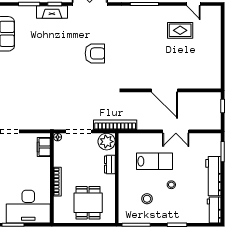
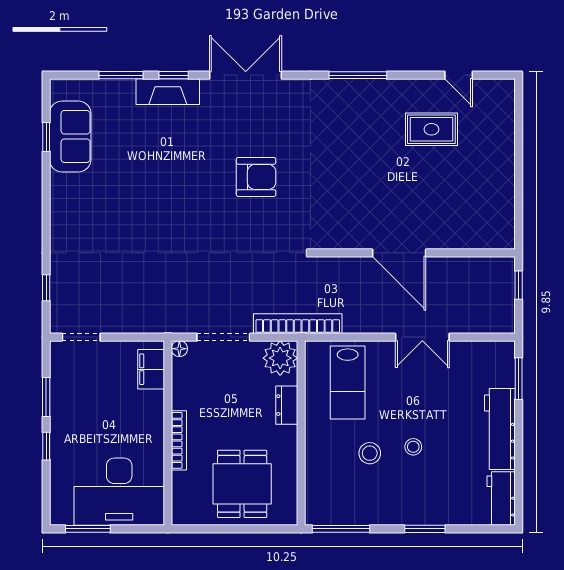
lab bench: (154, 161) -> (348, 382), moved, turned 90
stool: (147, 199) -> (370, 453), moved

